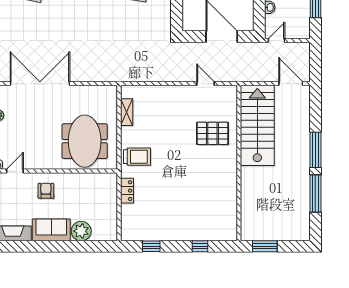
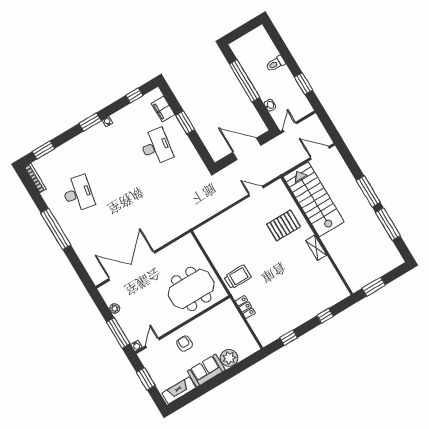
shelving: (127, 112) -> (316, 248), moved
meeting table: (85, 141) -> (191, 289), turned 90

